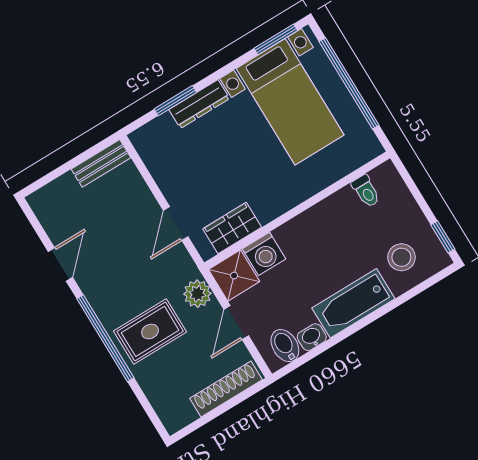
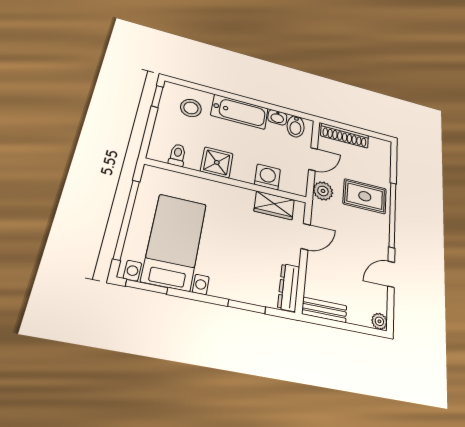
dresser: (199, 104) -> (289, 287), moved, turned -90
plant: (39, 201) -> (379, 321), added
shower: (234, 275) -> (217, 162), moved

